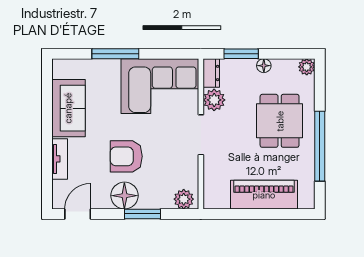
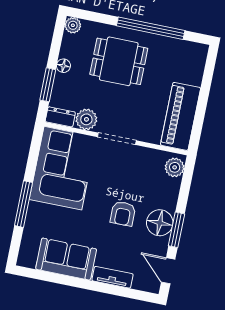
armchair: (126, 156) -> (123, 214), width x0.72, depth x0.72
piano: (264, 195) -> (180, 116), moved
window: (142, 214) -> (176, 230), moved

